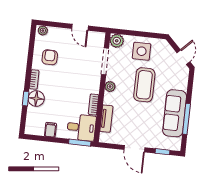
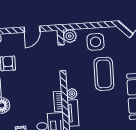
door: (80, 27) -> (32, 29), hinge flipped
plant: (110, 87) -> (72, 94), moved

